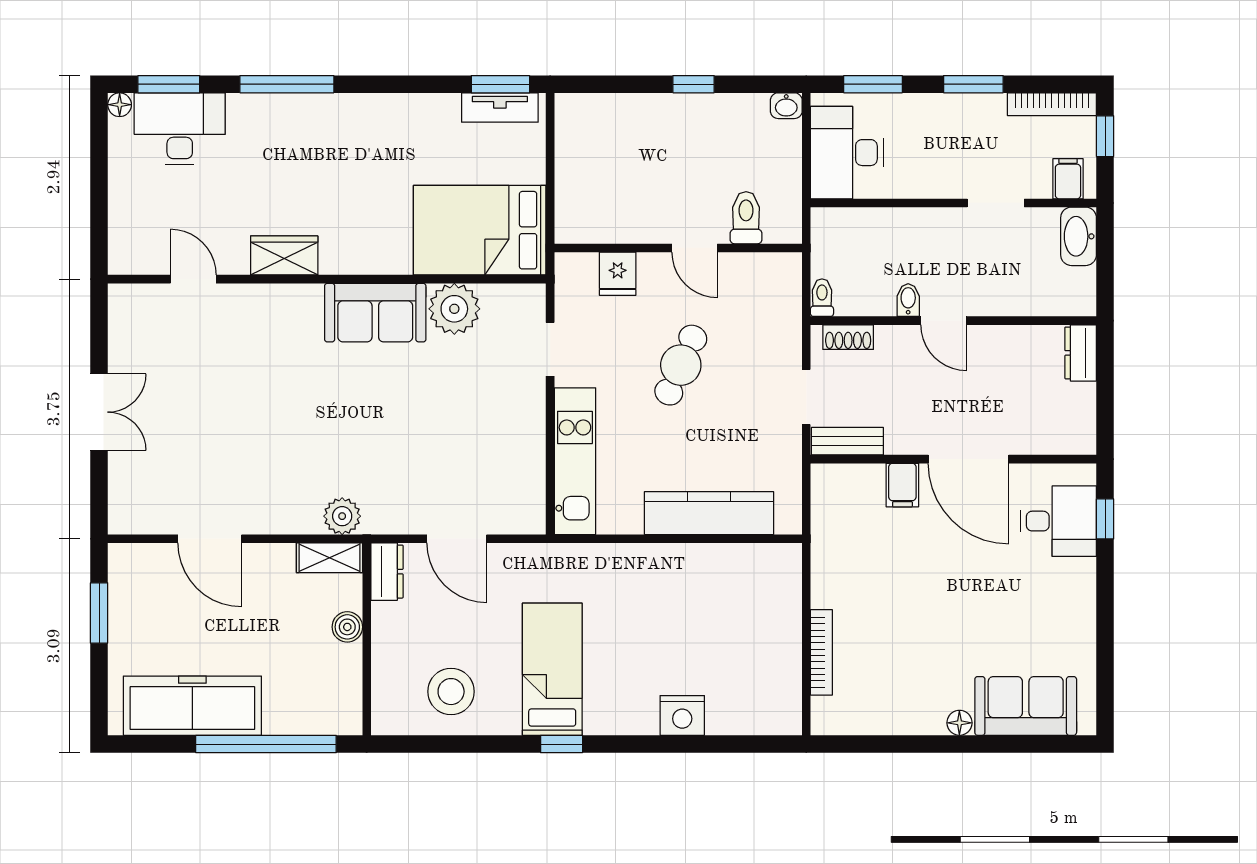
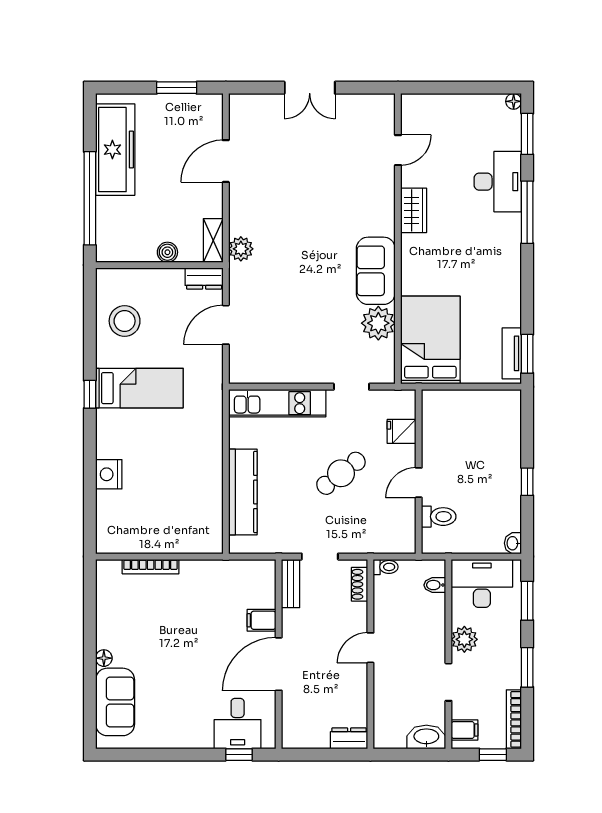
desk: (180, 129) -> (498, 182), moved
plant: (931, 179) -> (464, 639), added
bidet: (908, 300) -> (435, 585), moved, turned 180
cafe table: (681, 365) -> (341, 473), turned -62

